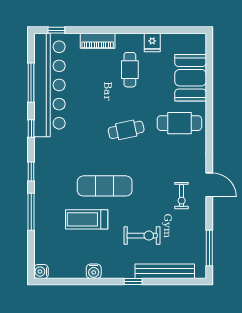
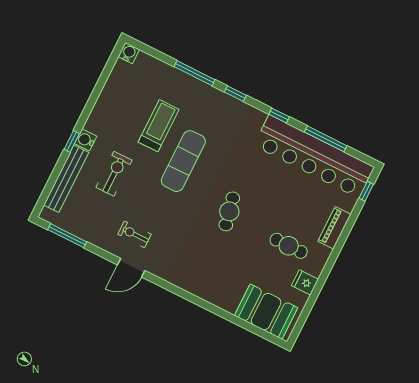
booth: (191, 78) -> (266, 312), moved
cafe table: (179, 123) -> (209, 269), removed
exercise bike: (142, 236) -> (114, 174), turned 180
water cooler: (94, 271) -> (86, 140), moved

